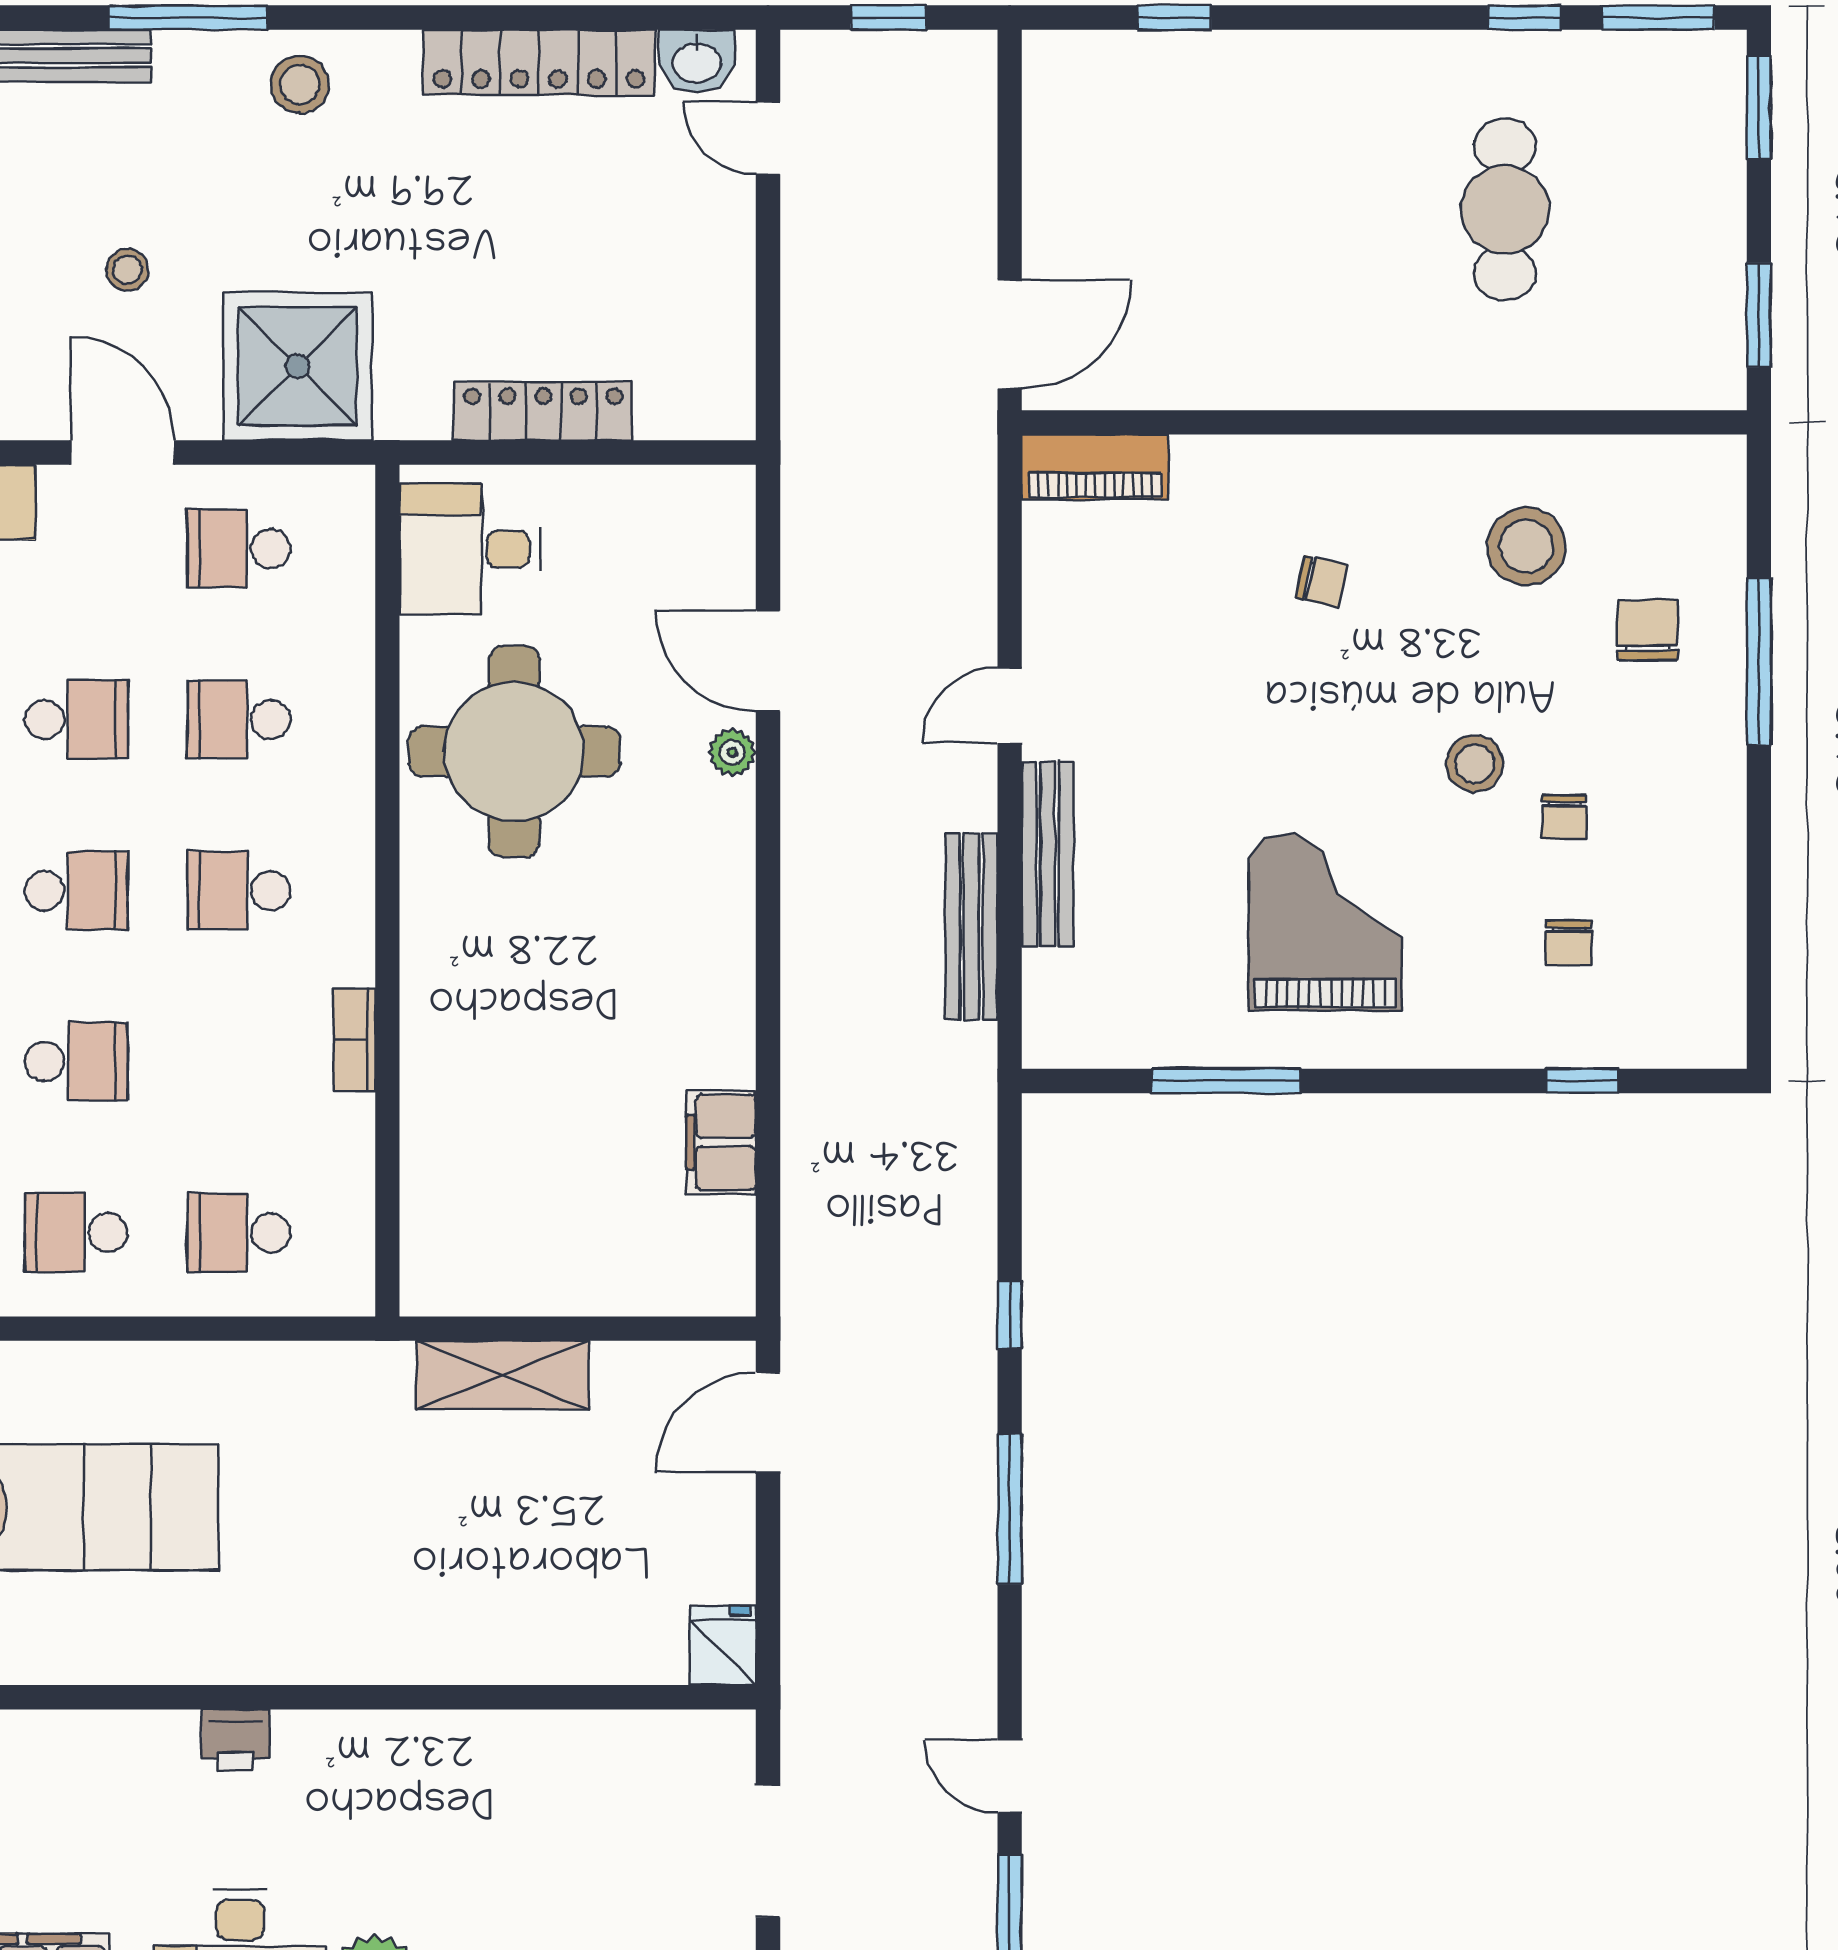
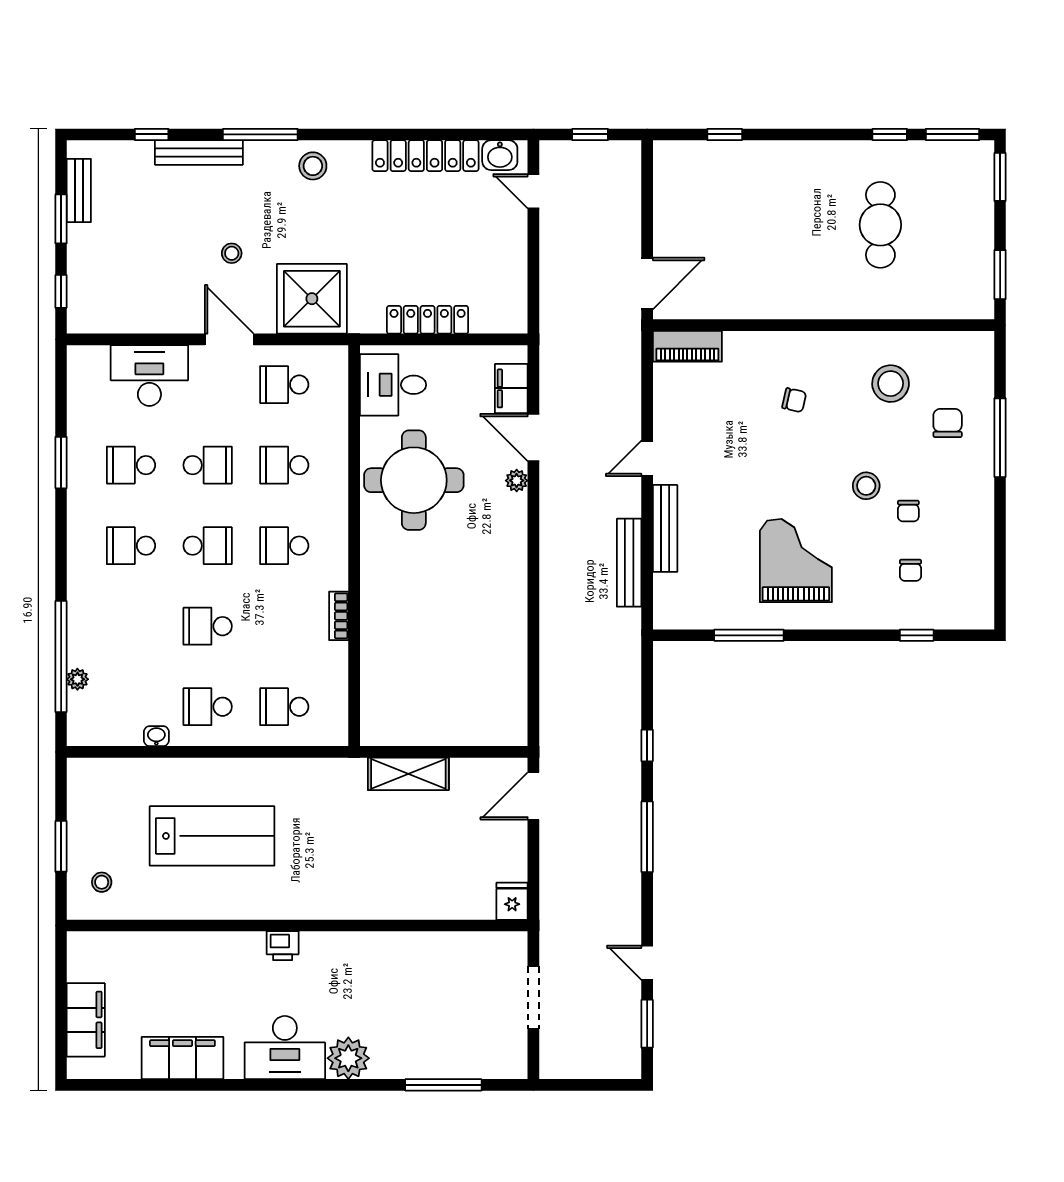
school desk: (76, 1062) -> (208, 626), turned 180
filing cabinet: (721, 1142) -> (511, 388), moved

